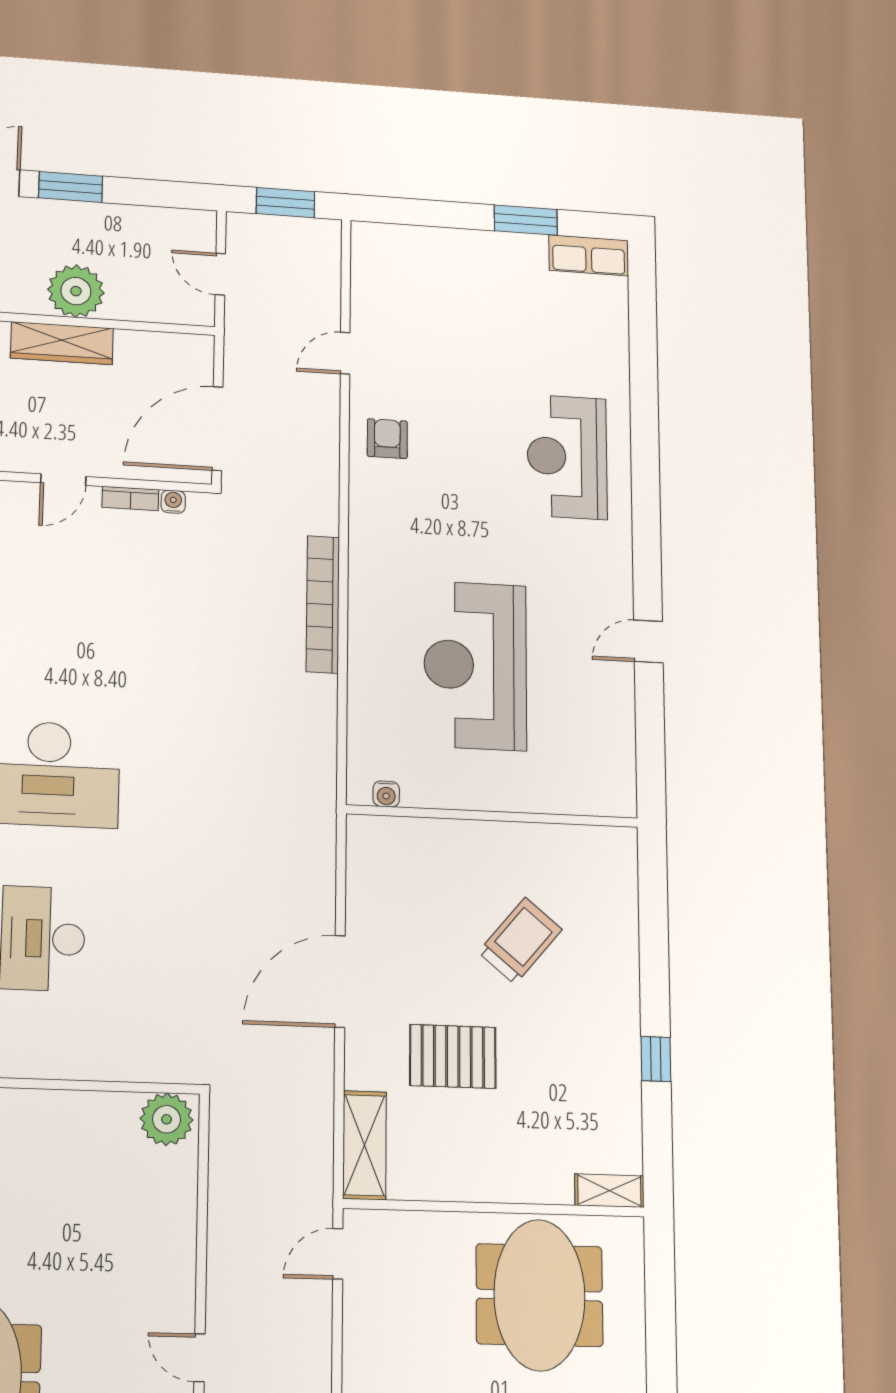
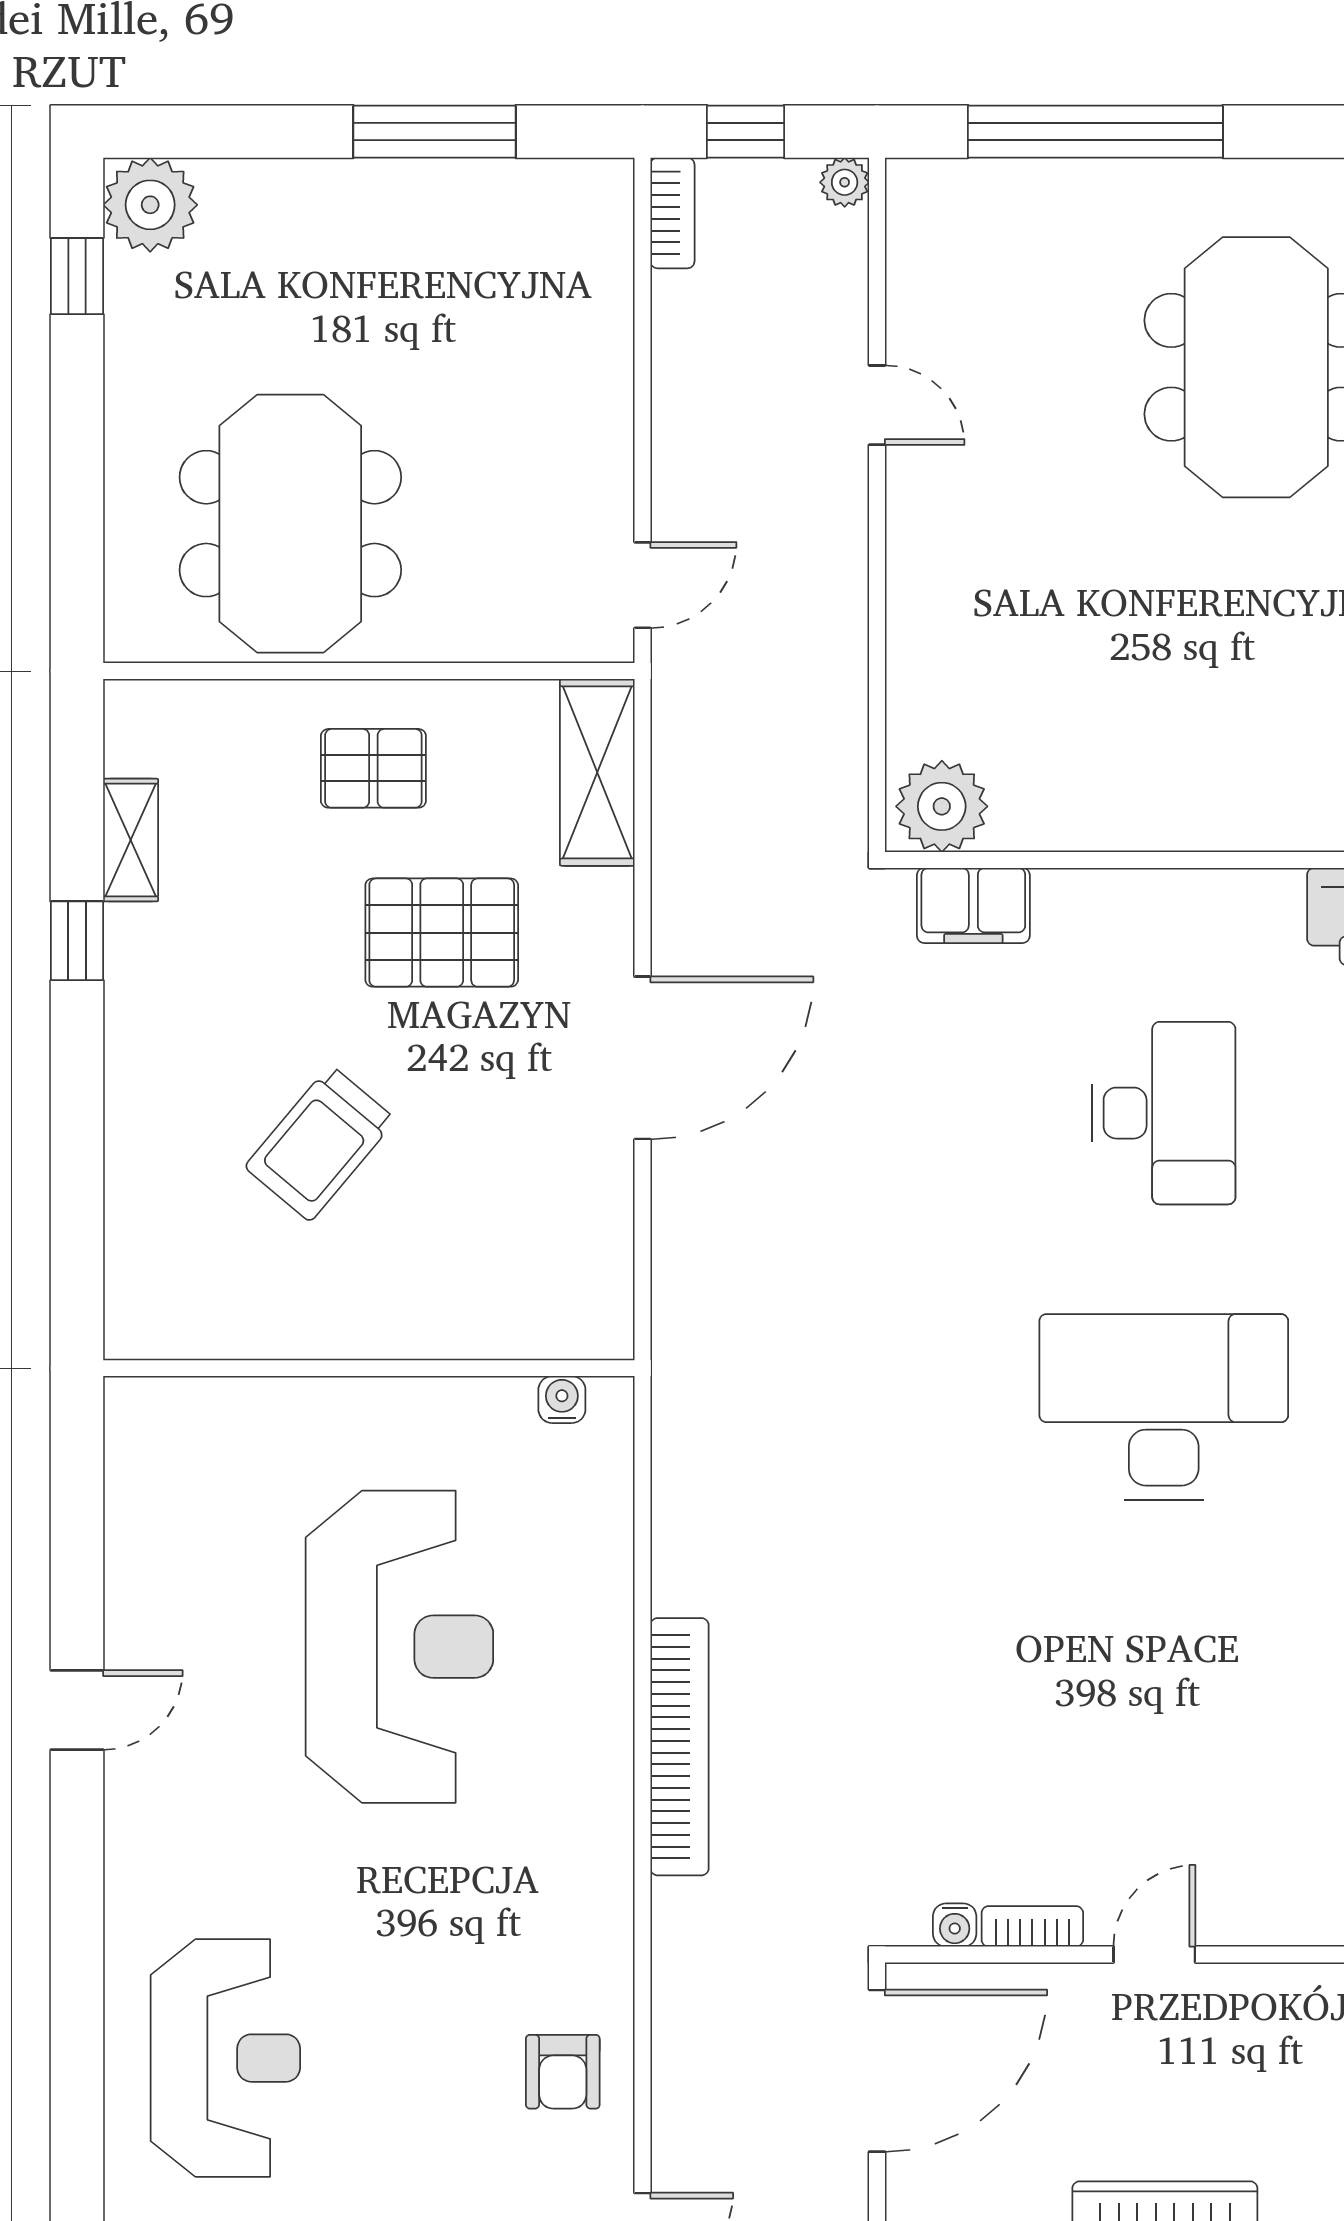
filing cabinet: (150, 1061) -> (973, 905), added
pallet: (492, 1151) -> (373, 768), added
shelving: (609, 1191) -> (131, 840), moved, turned 90

